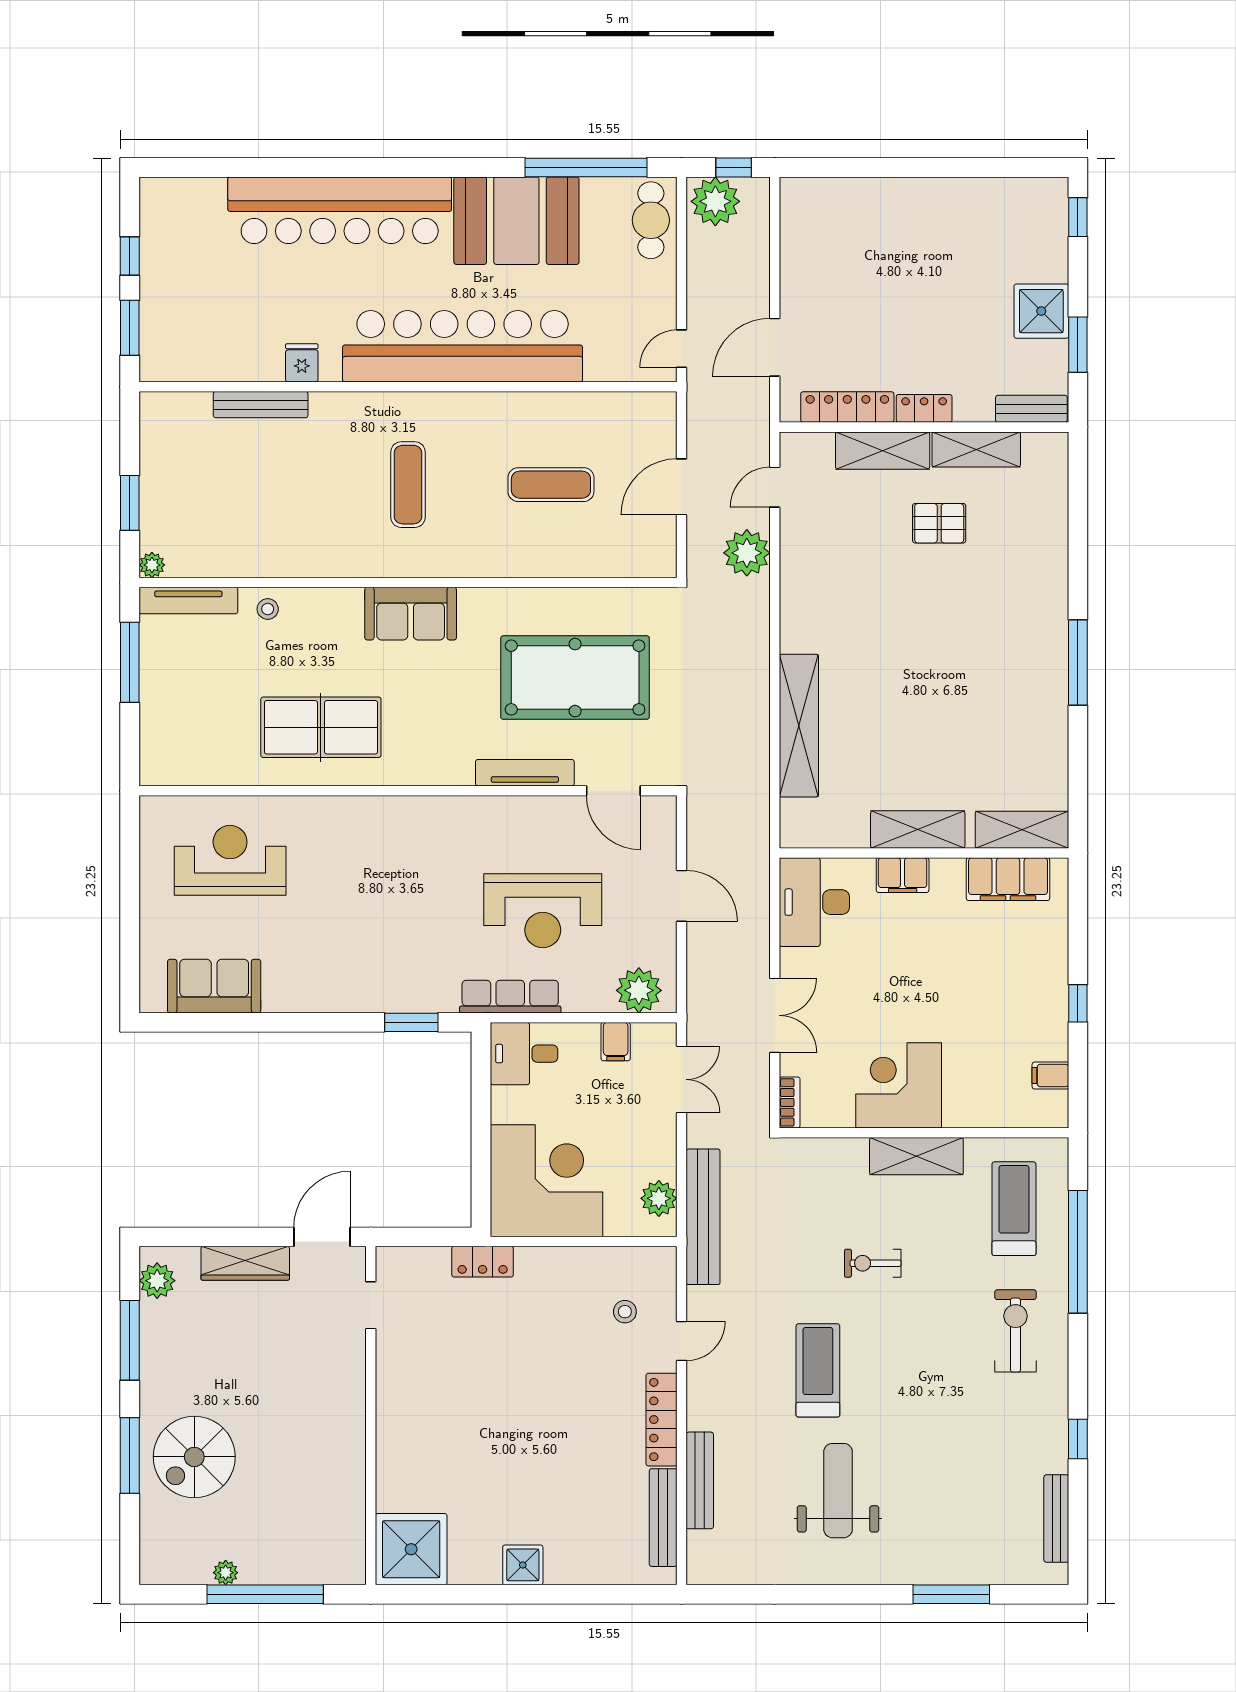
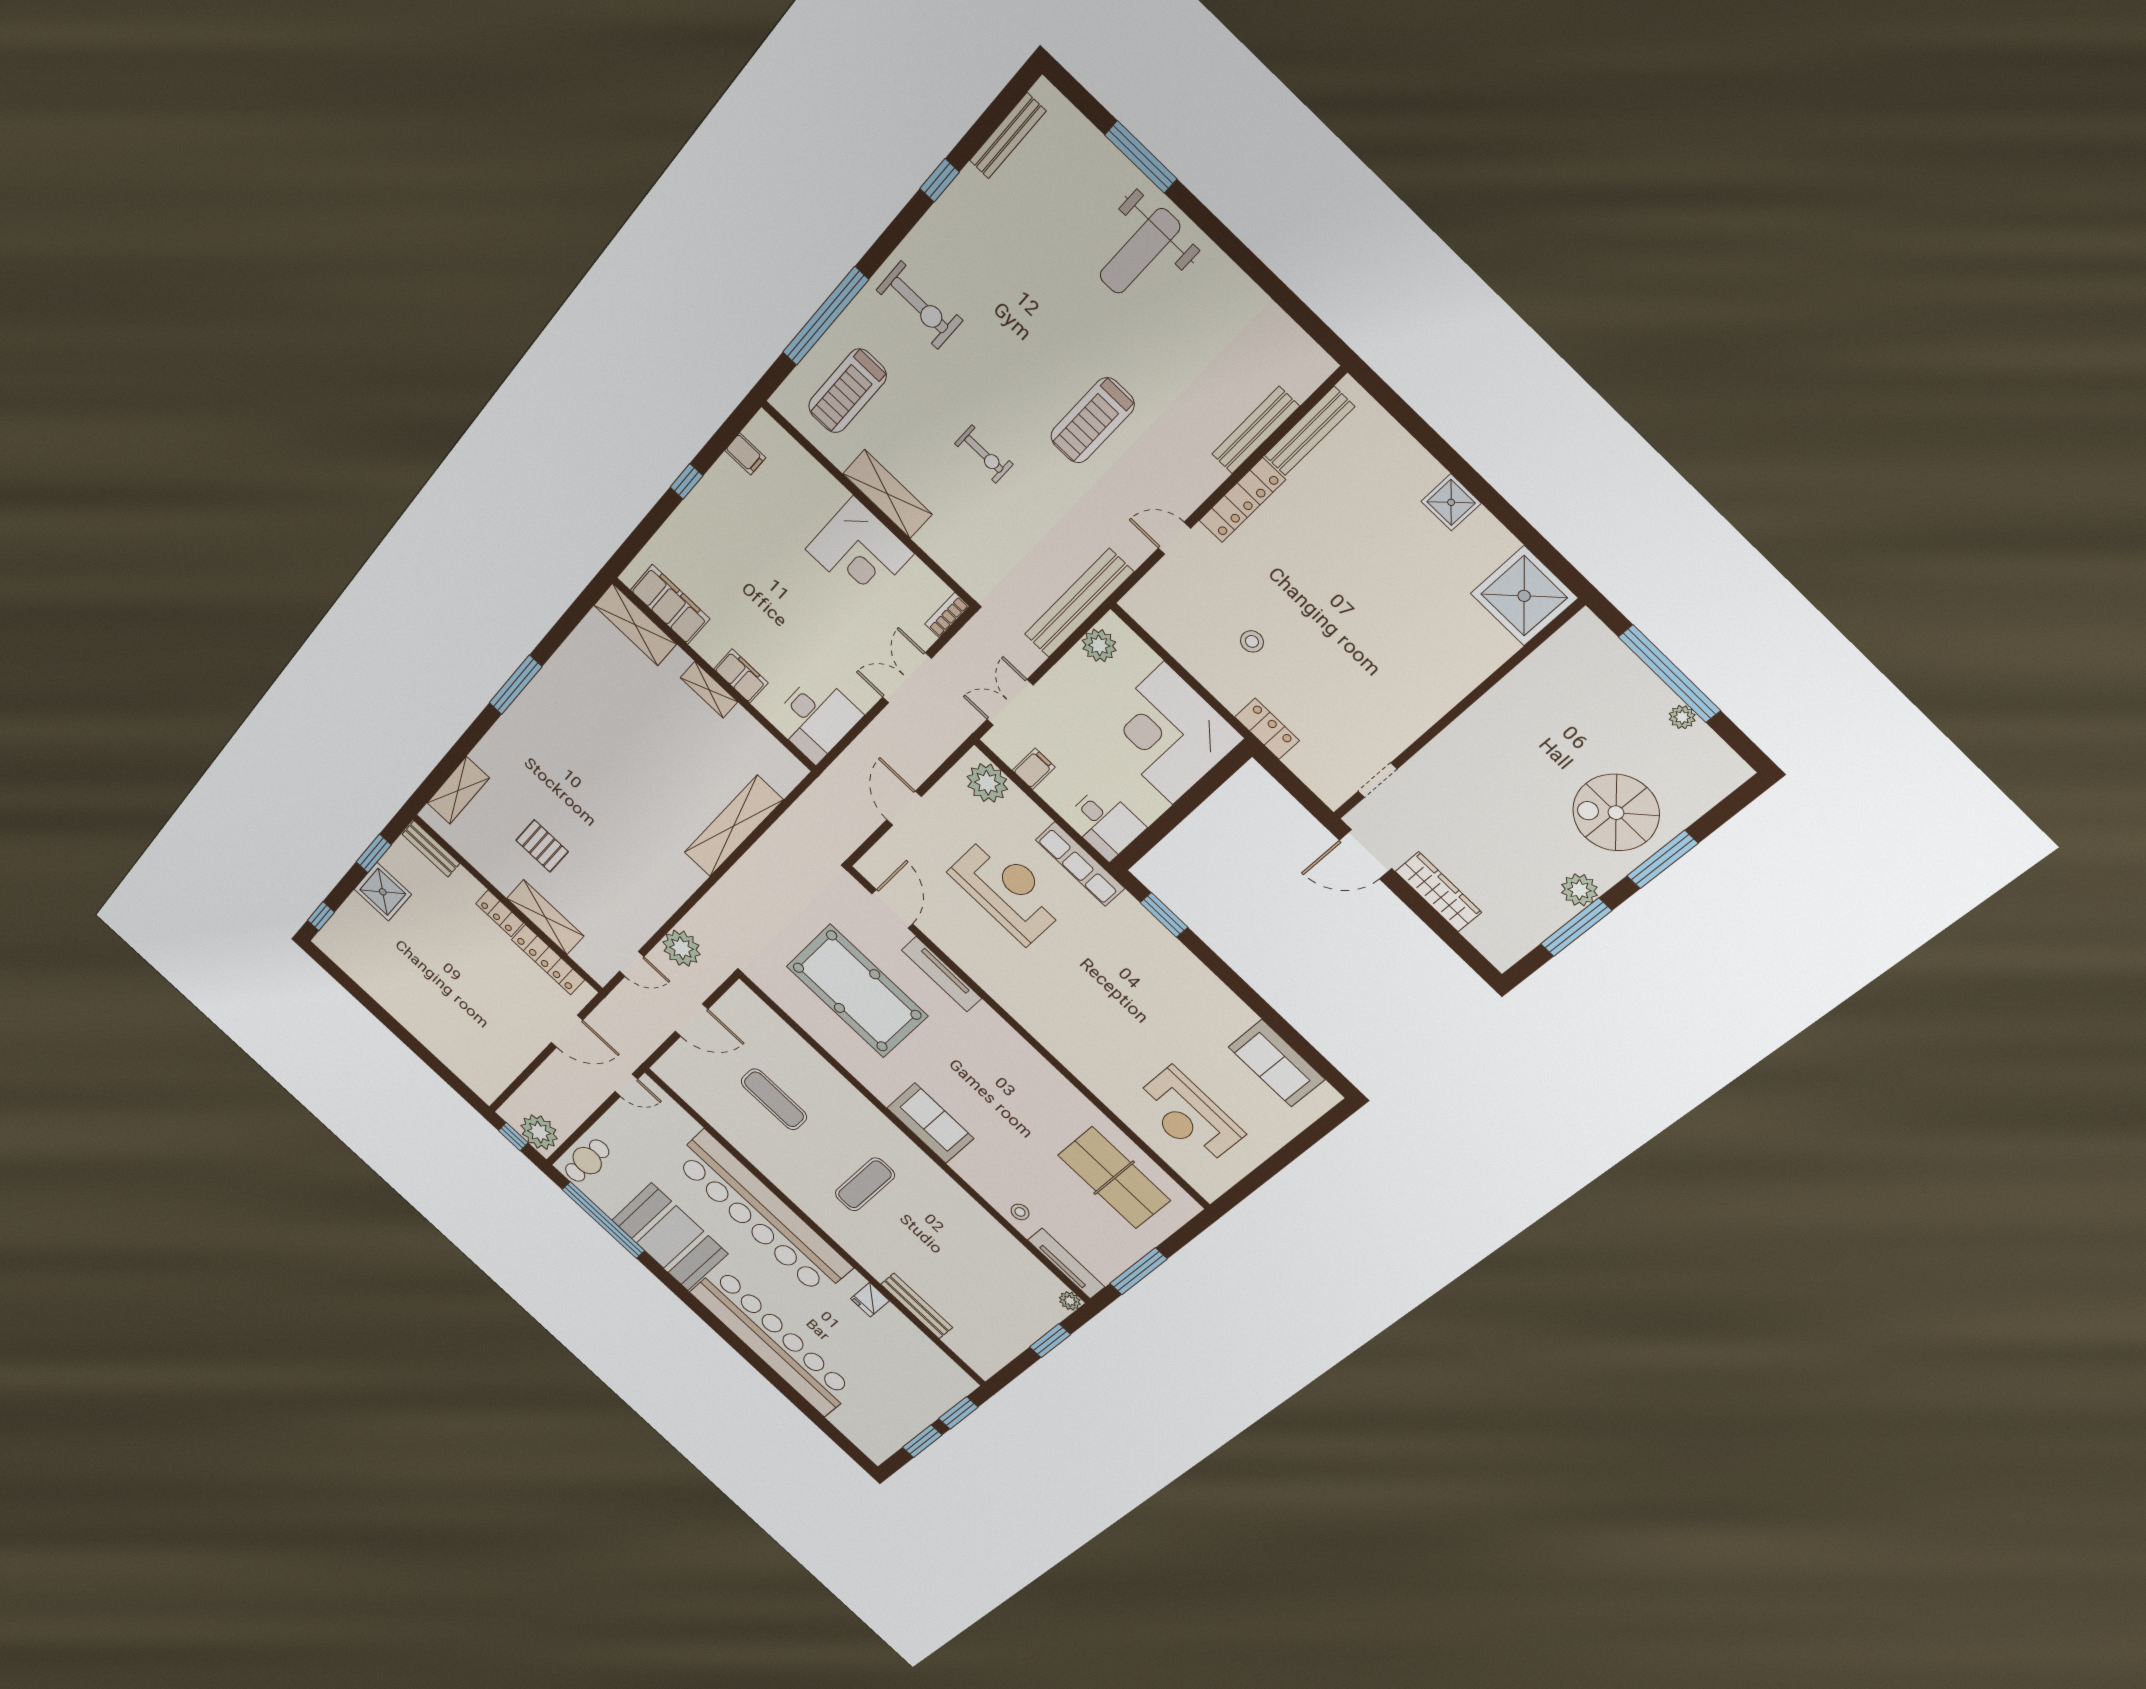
window: (130, 256) -> (922, 1441), width x1.50
shelving: (976, 449) -> (458, 790), moved, turned 90
table tennis table: (321, 727) -> (1114, 1178), moved
shelving: (918, 829) -> (709, 690), width x0.67, depth x0.75
plant: (157, 1281) -> (1579, 890), moved
stool: (625, 1312) -> (1252, 641), moved
exercise bike: (1016, 1331) -> (919, 305), turned -90
spiral stairs: (194, 1457) -> (1616, 813), turned 180
weight bench: (838, 1491) -> (1140, 251), moved

